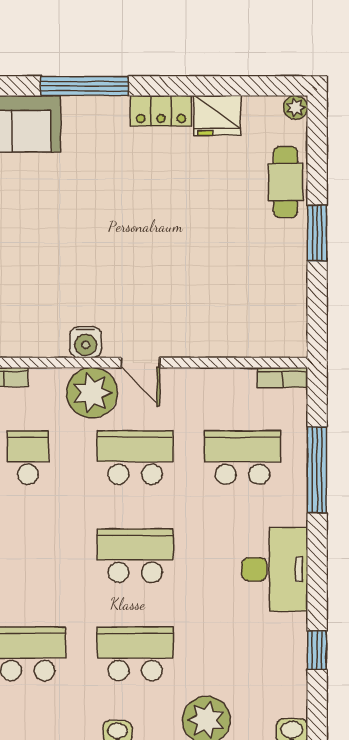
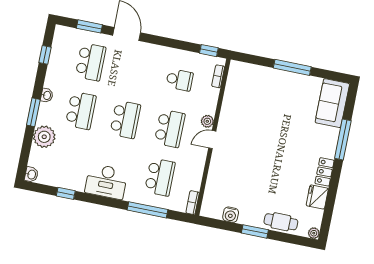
water cooler: (86, 342) -> (231, 215), moved, turned -90
plant: (92, 393) -> (207, 121), width x0.53, depth x0.53

